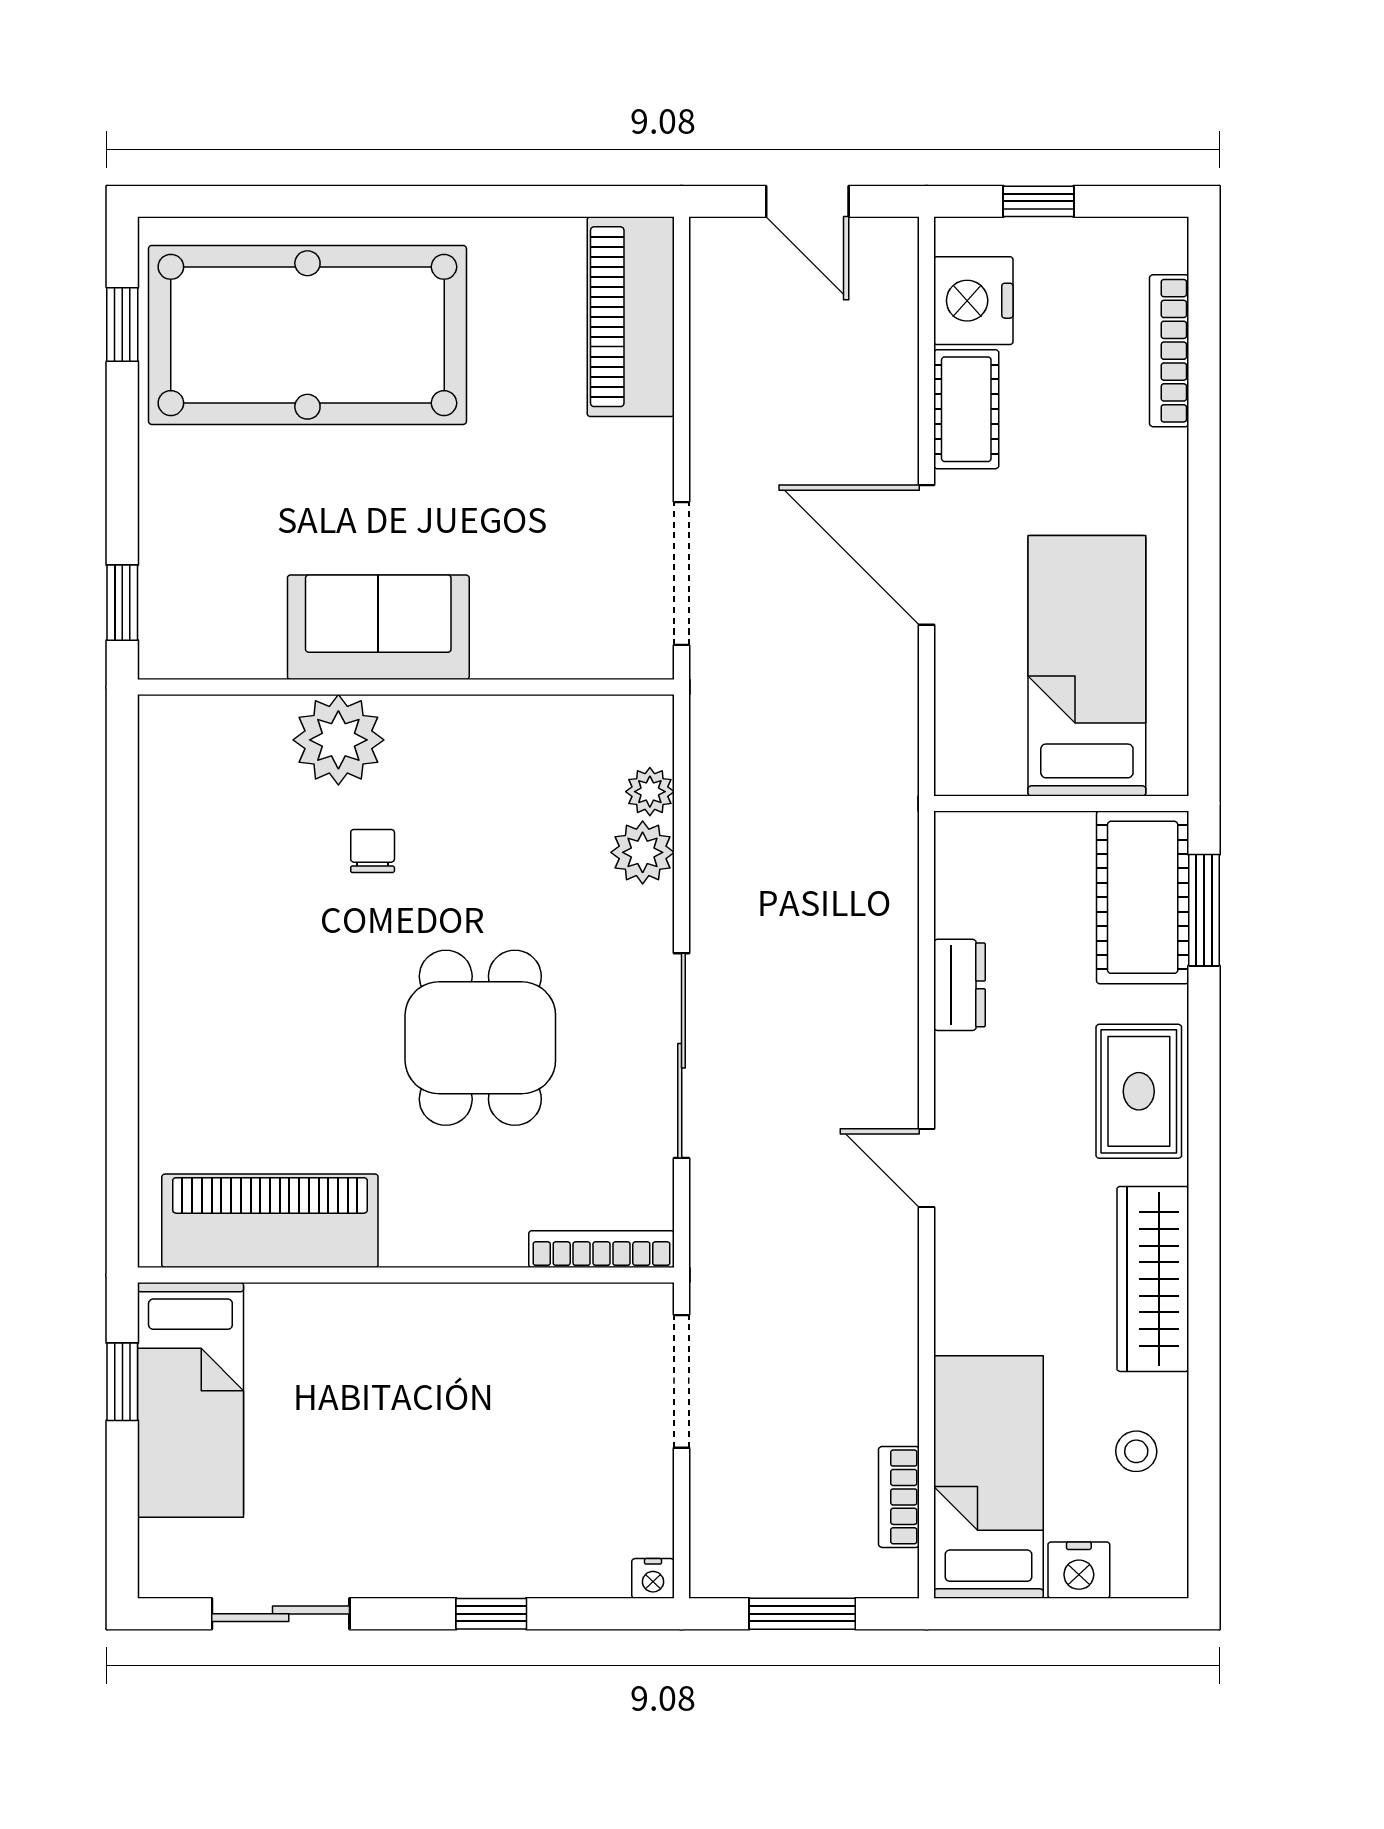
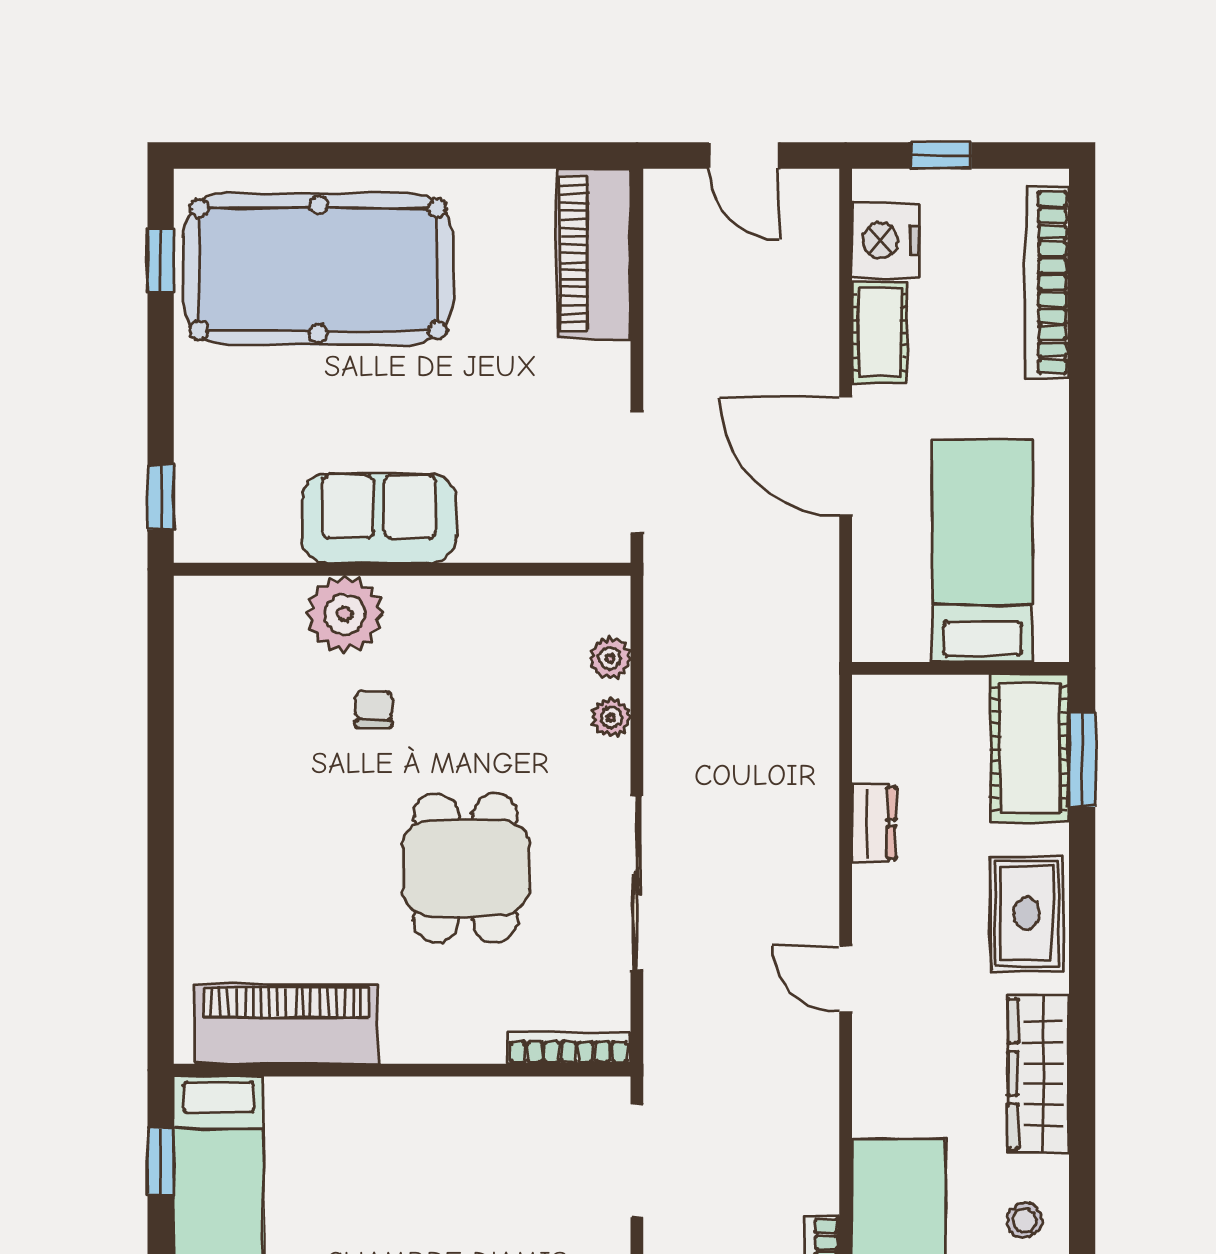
bookcase: (1169, 351) -> (1047, 283), width x1.48, depth x1.31
plant: (643, 852) -> (611, 717), width x0.73, depth x0.73

